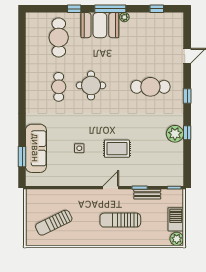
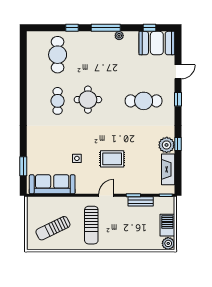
booth: (100, 25) -> (157, 43), moved
window: (187, 96) -> (178, 99), moved
sofa: (36, 148) -> (52, 184), moved, turned -90
fireplace: (177, 160) -> (168, 169), added
sun lounger: (120, 220) -> (91, 225), moved, turned -90

